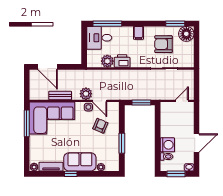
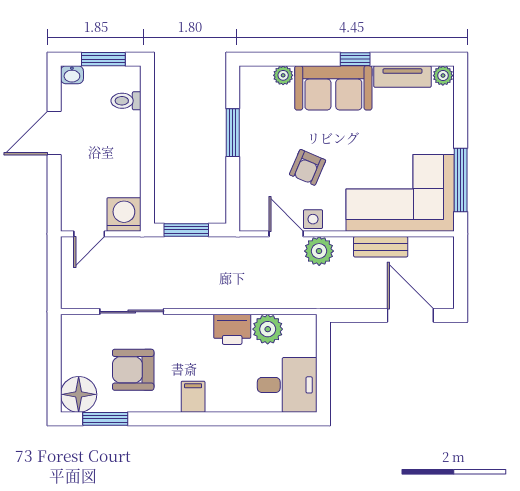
window: (107, 24) -> (268, 419), removed
armchair: (164, 44) -> (133, 370), turned 180
armchair: (100, 126) -> (308, 167), moved
washing machine: (167, 145) -> (124, 214), moved, turned 90

